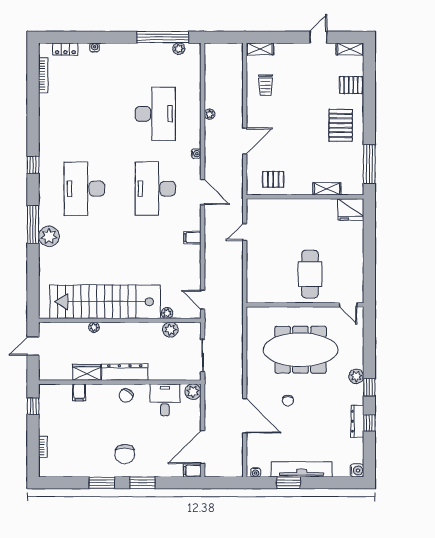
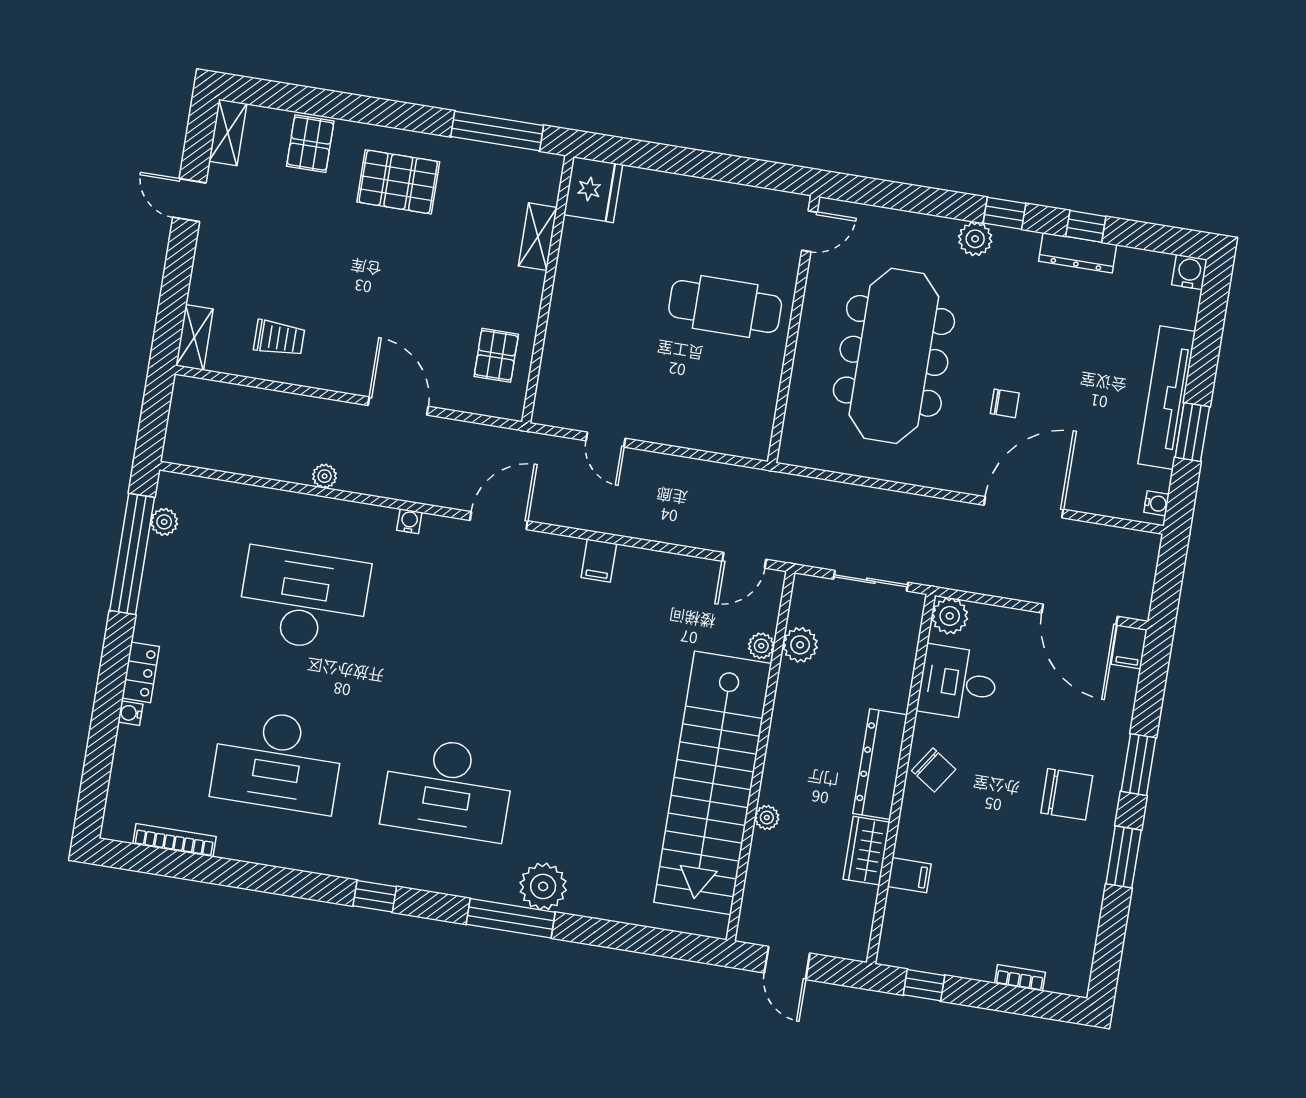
locker: (65, 49) -> (141, 672), moved
desk: (155, 189) -> (278, 761), moved

